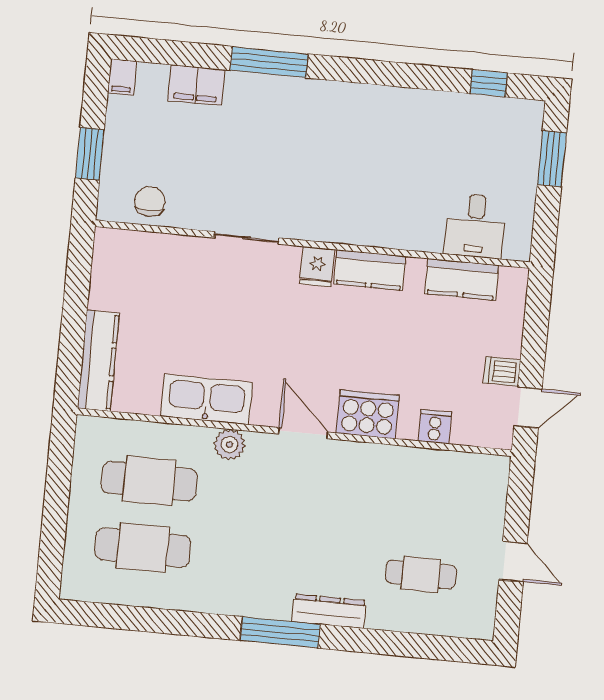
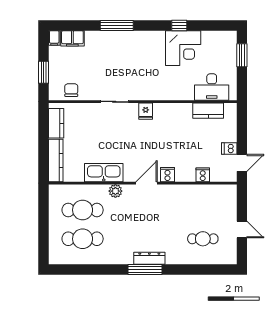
window: (489, 83) -> (179, 25), moved
filing cabinet: (196, 85) -> (72, 38), moved
corner desk: (418, 129) -> (183, 48), added
desk: (475, 226) -> (212, 87), width x1.37
kitchen counter: (370, 270) -> (56, 123), moved, turned -90
cooker: (368, 414) -> (167, 175), width x0.53, depth x0.76
door: (303, 433) -> (147, 183), hinge flipped
dresser: (329, 611) -> (149, 258), moved

